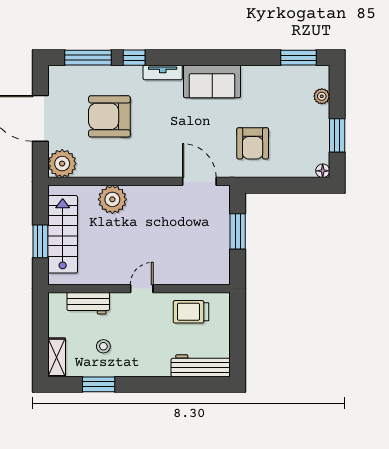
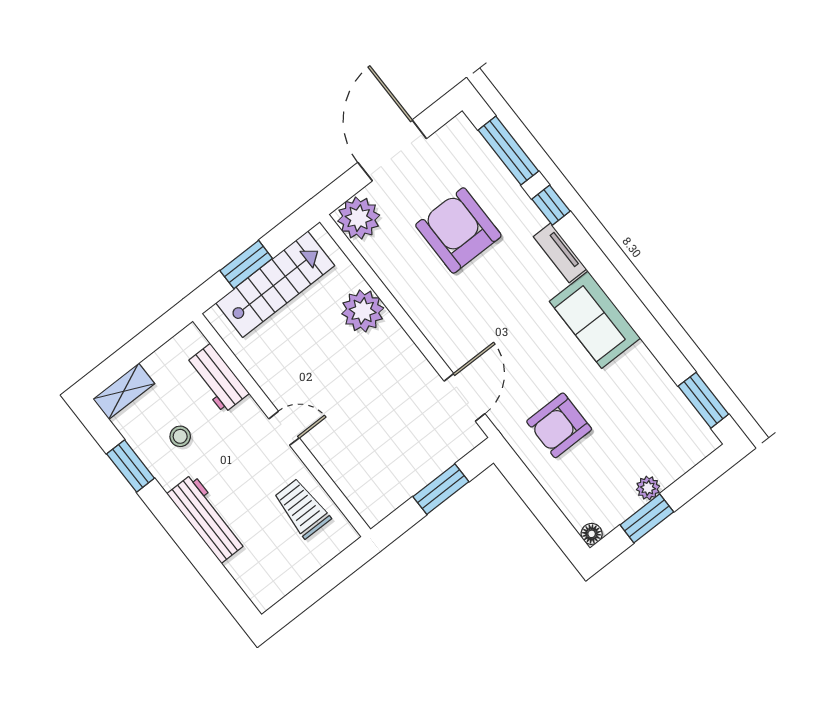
plant: (322, 96) -> (648, 488), moved
workbench: (201, 366) -> (207, 518), moved

